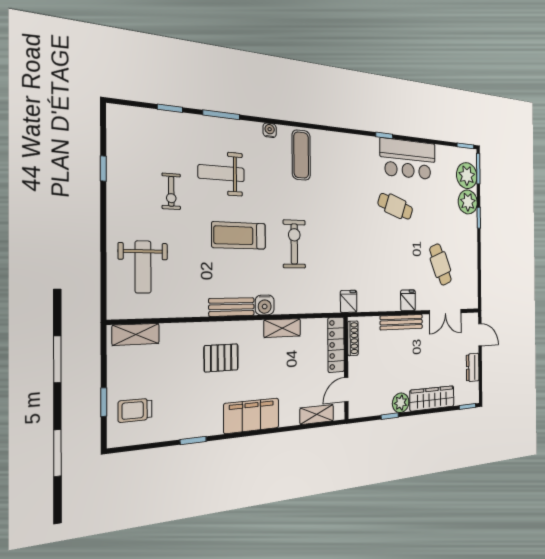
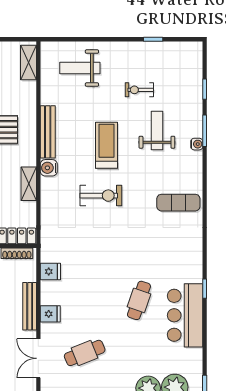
water cooler: (270, 130) -> (197, 144), moved
fridge: (349, 301) -> (50, 272), moved
bench: (232, 307) -> (48, 132), width x1.36

